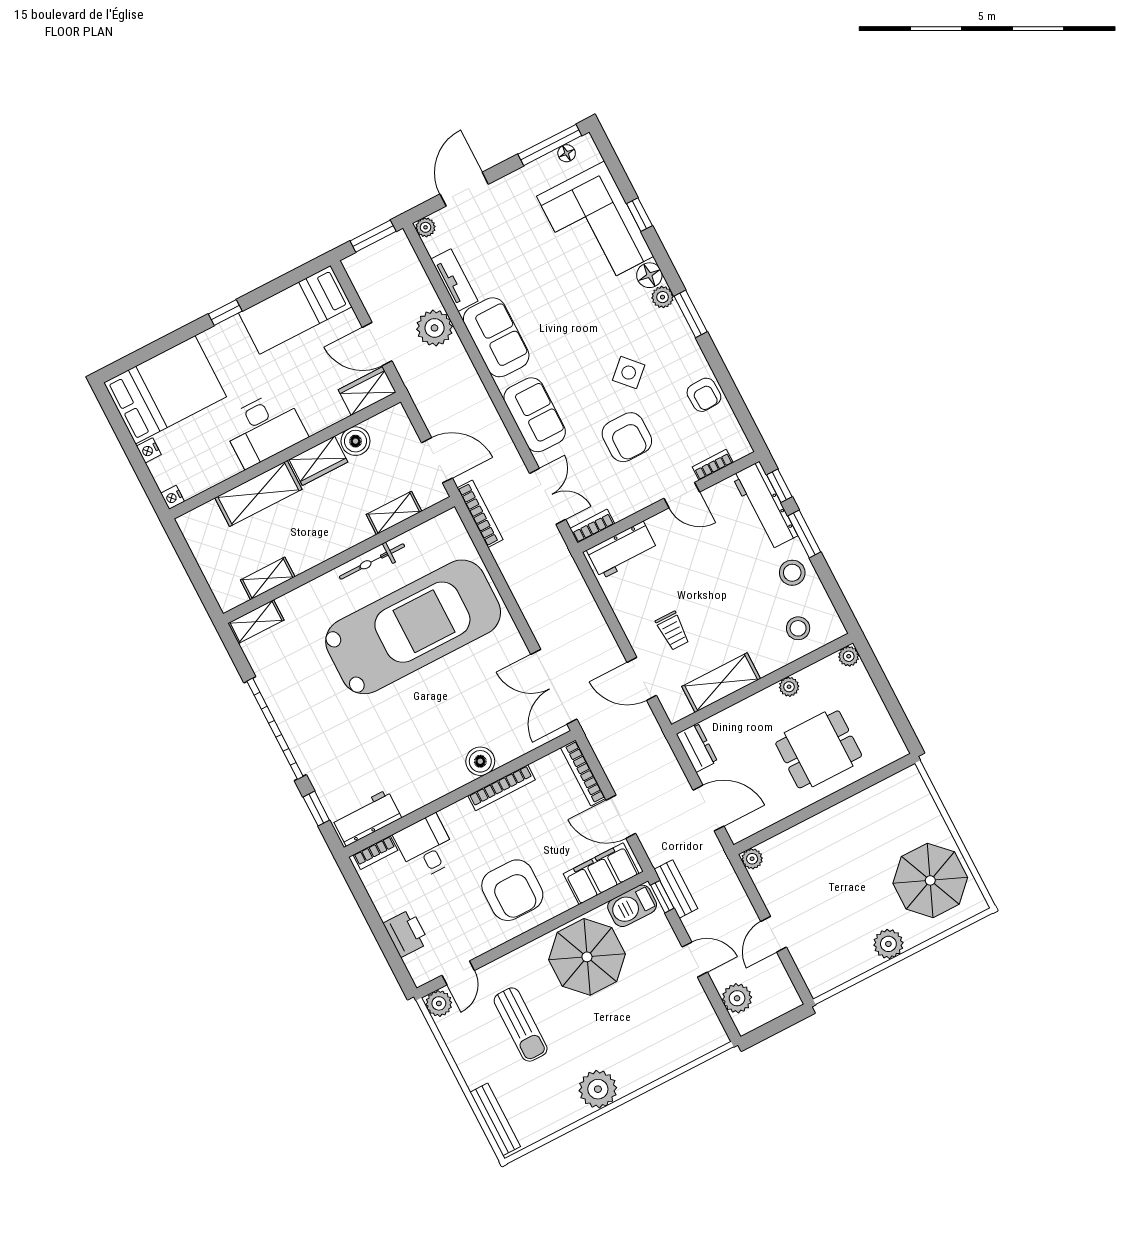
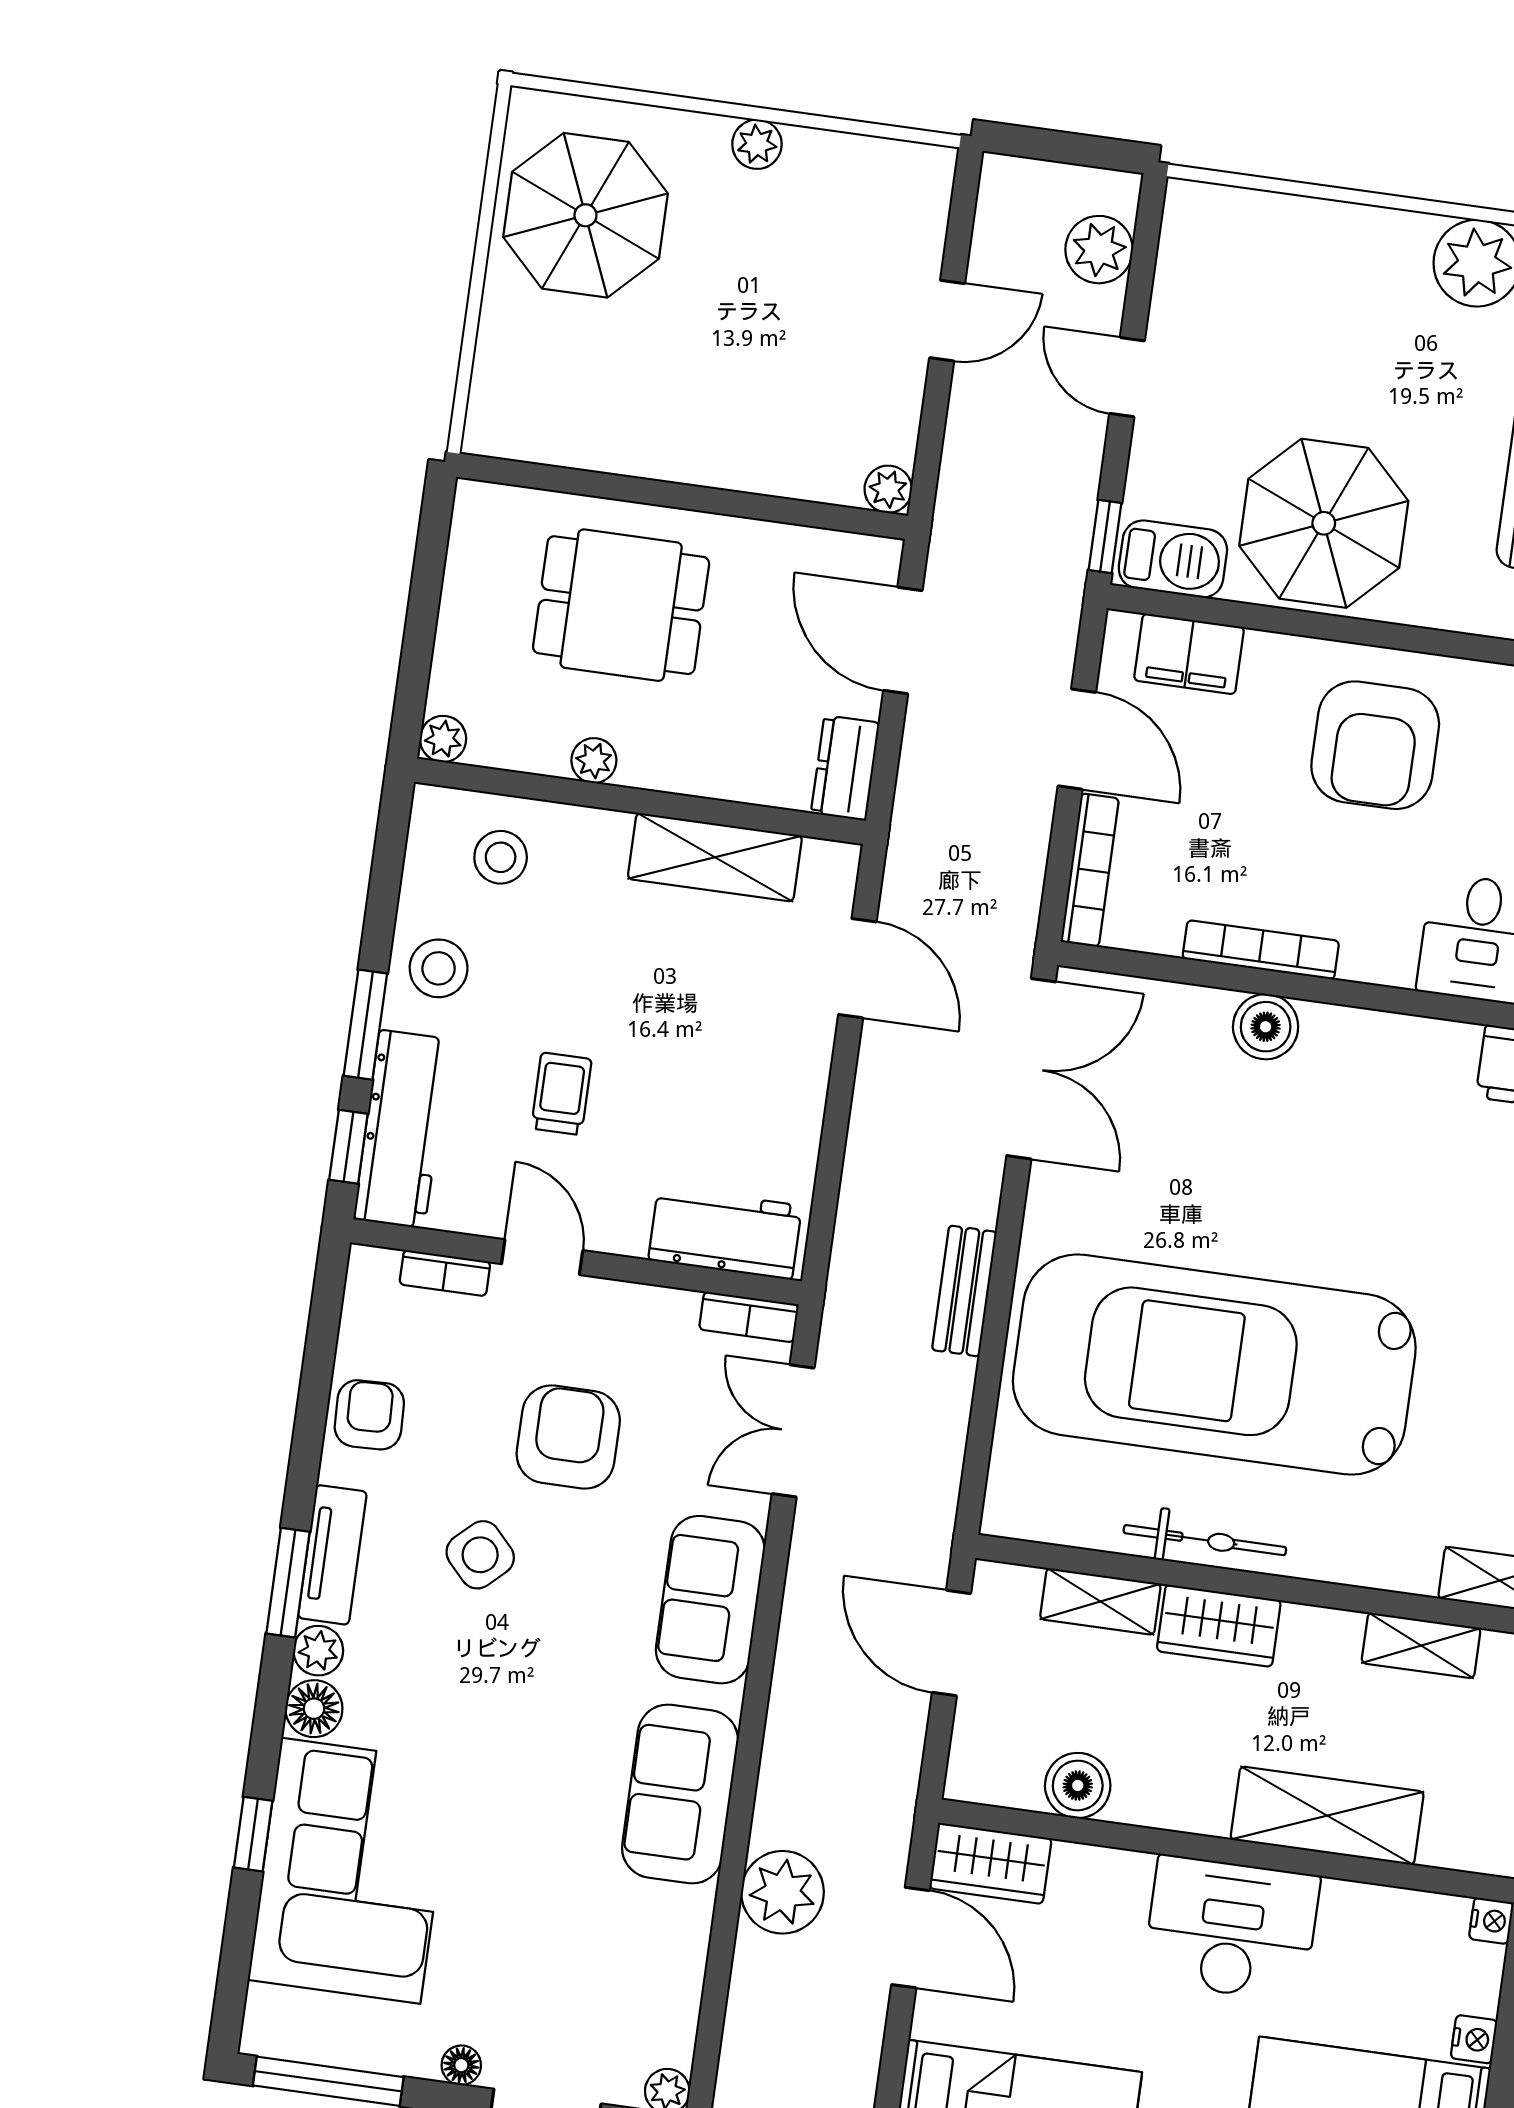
floor lamp: (567, 153) -> (461, 2065), moved
tv unit: (454, 280) -> (332, 1555), moved, turned 180
wardrobe: (318, 461) -> (1219, 1626), moved, turned 180
bookcase: (480, 514) -> (942, 1487), removed
trolley: (673, 631) -> (561, 1094), moved
filing cabinet: (601, 874) -> (1189, 654), width x0.67, depth x0.86
bench: (676, 889) -> (964, 1291), moved
armchair: (512, 890) -> (1375, 745), turned 180
plant: (888, 944) -> (757, 144), width x0.73, depth x0.73

